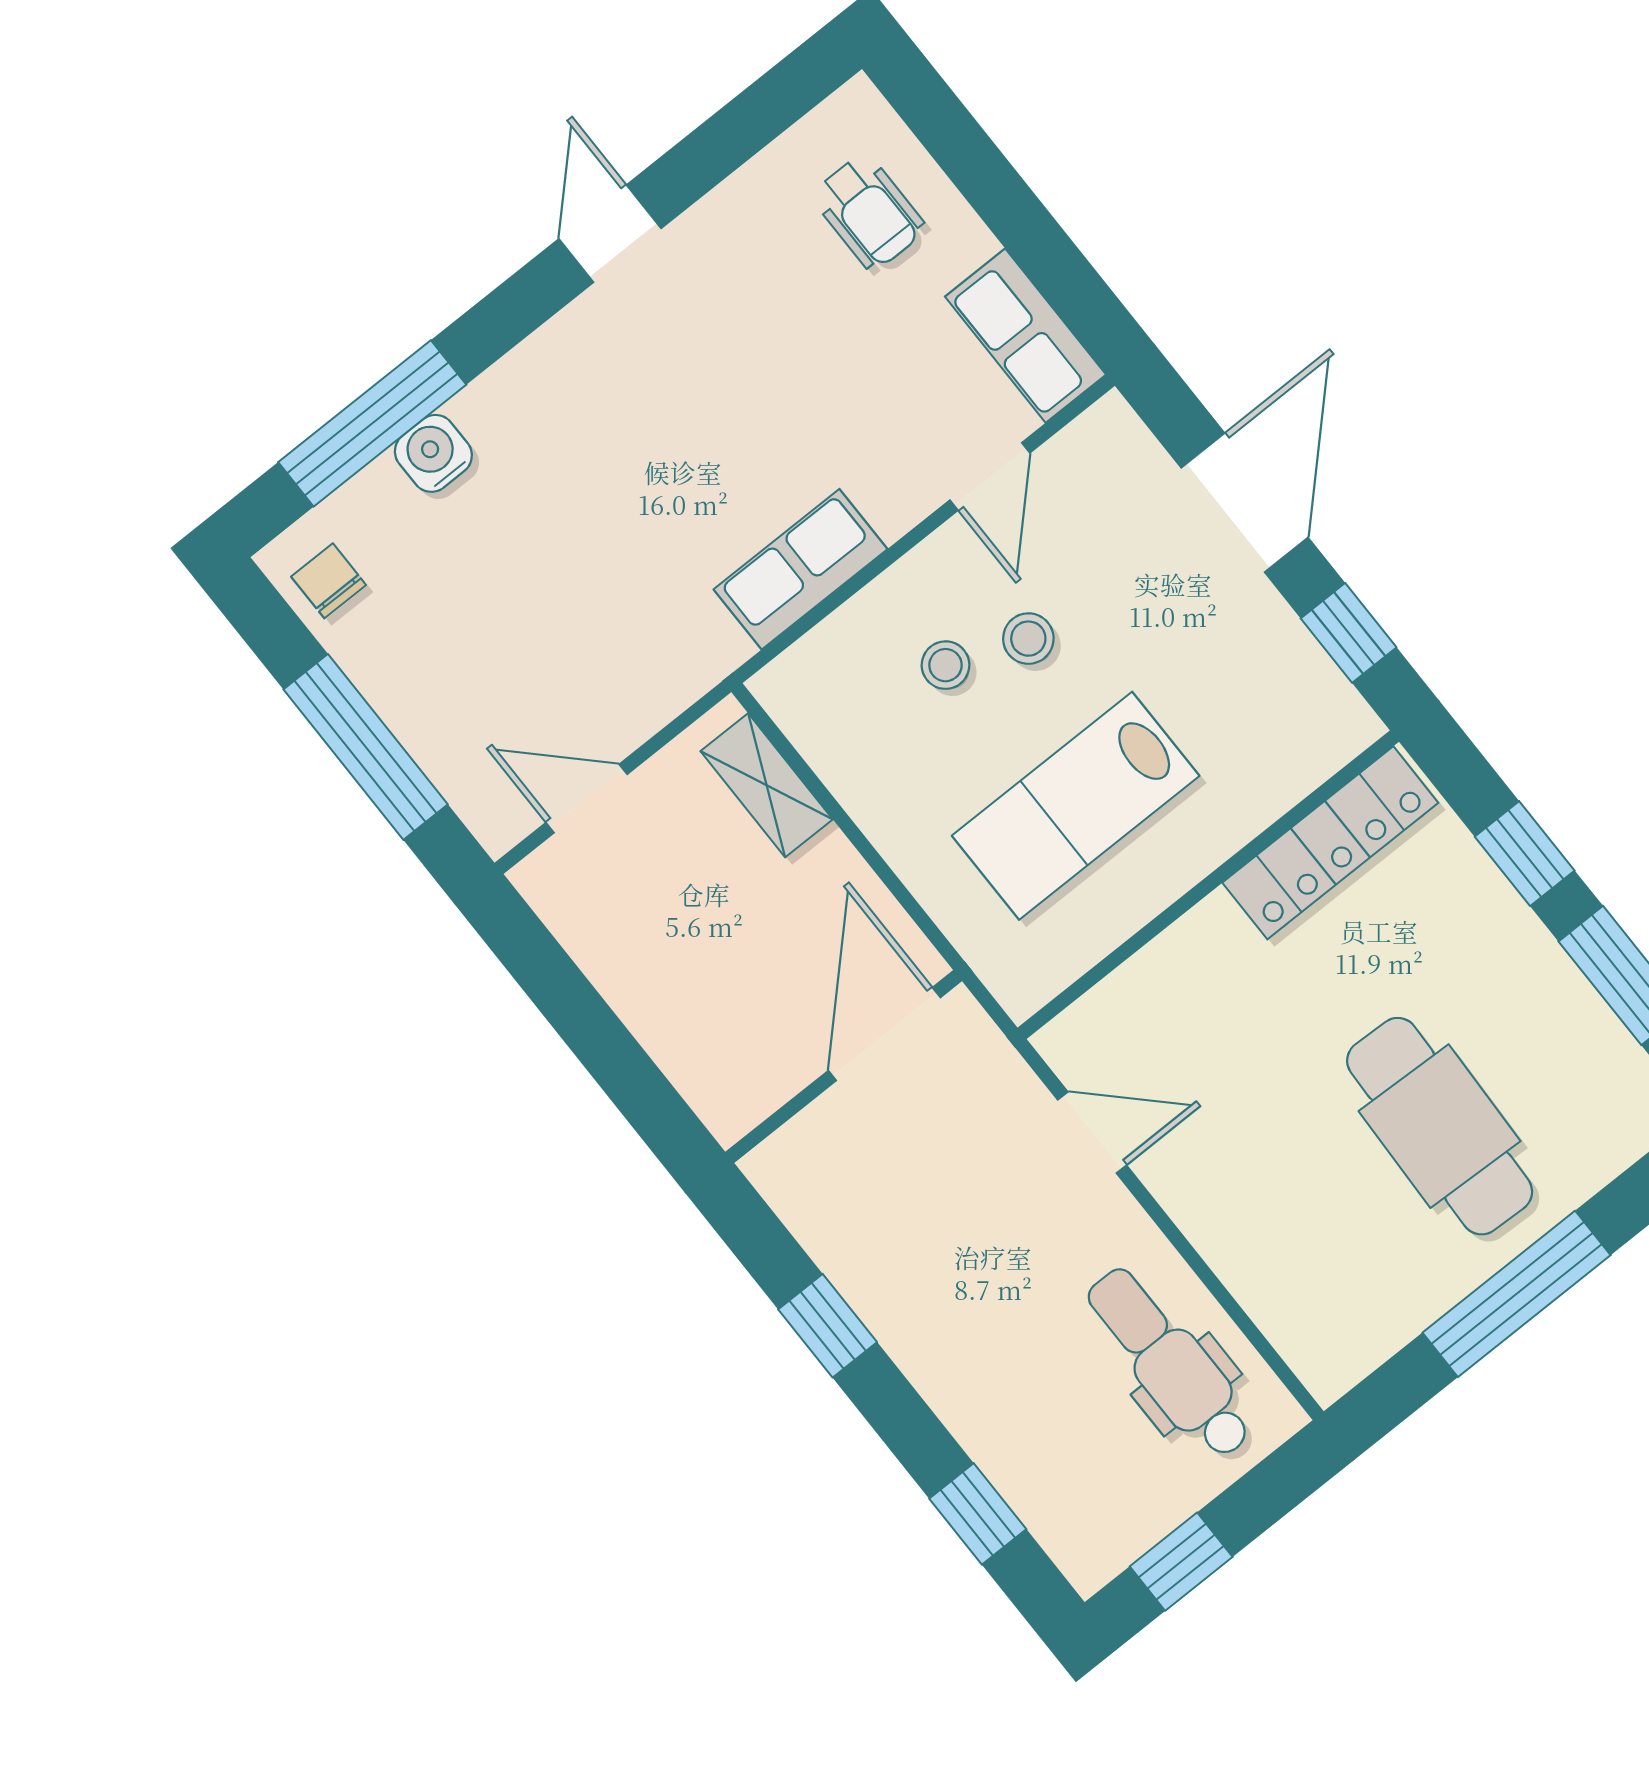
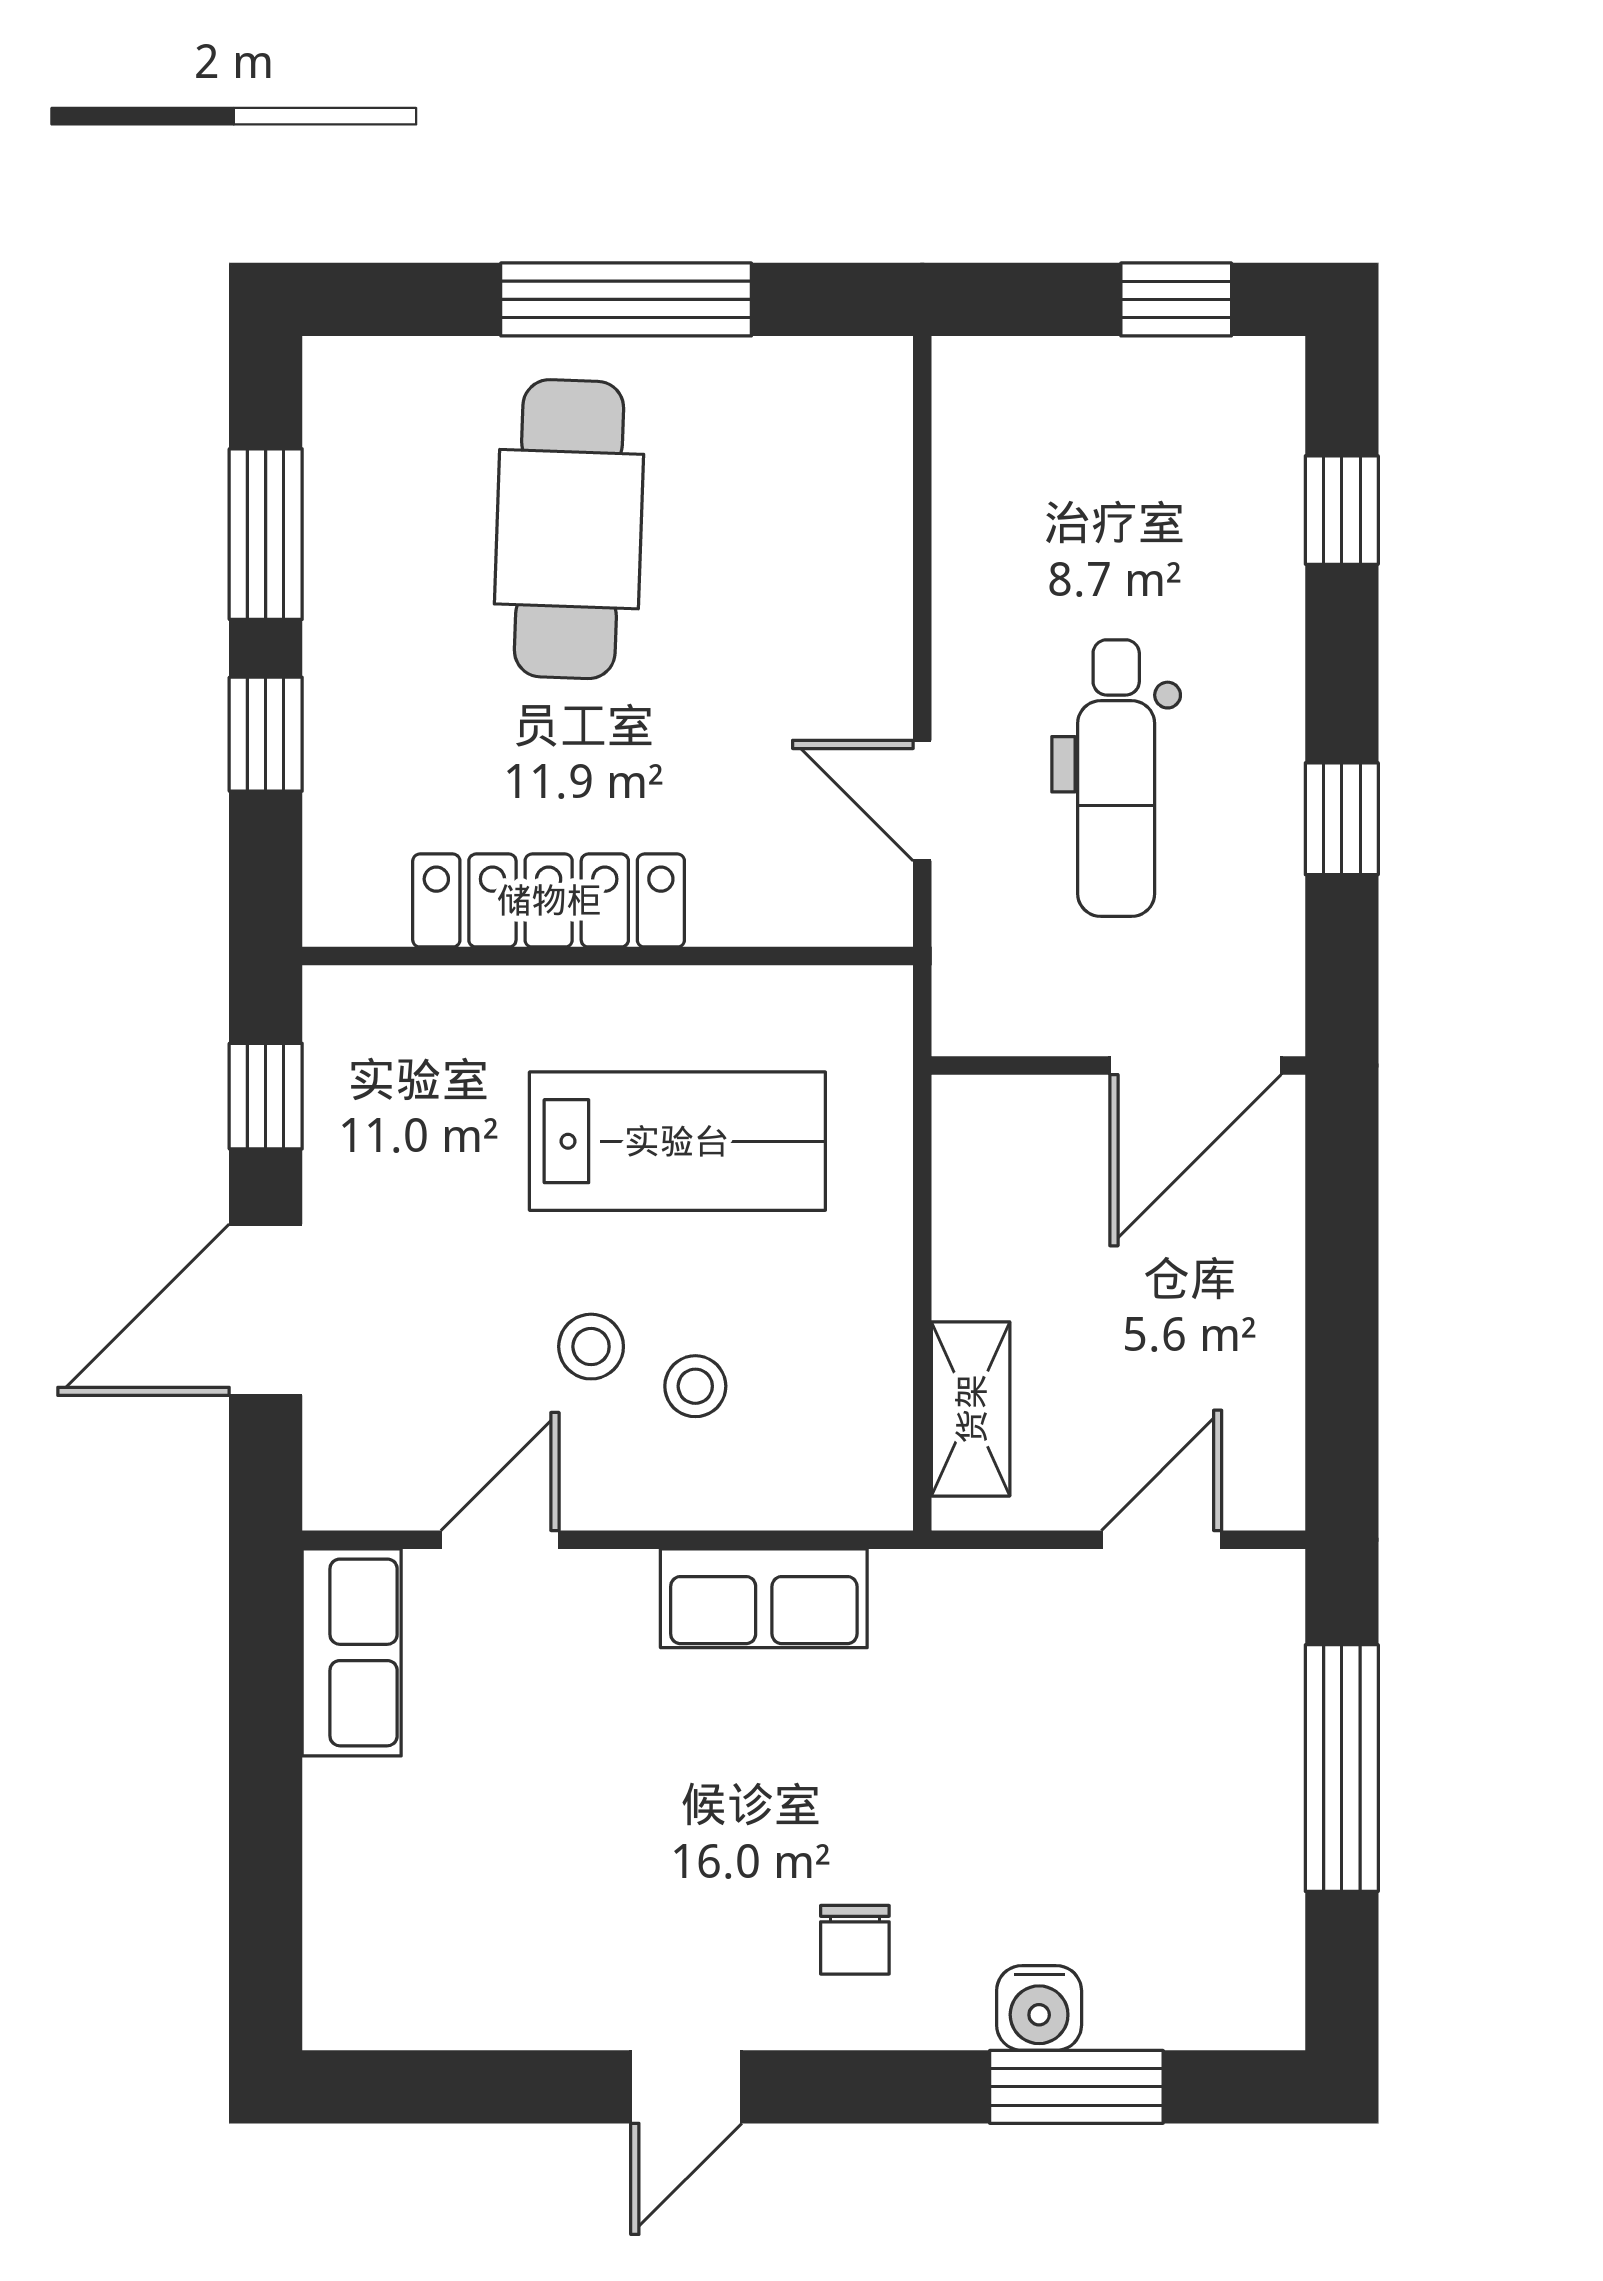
wheelchair: (869, 212) -> (410, 1902), removed
window: (372, 423) -> (1076, 2087), width x0.69
chair: (329, 581) -> (855, 1940), moved
door: (587, 798) -> (1161, 1540), swing flipped
locker: (1330, 843) -> (549, 900), moved
door: (884, 1034) -> (1195, 1065), moved
dental chair: (1170, 1363) -> (1116, 778), moved

